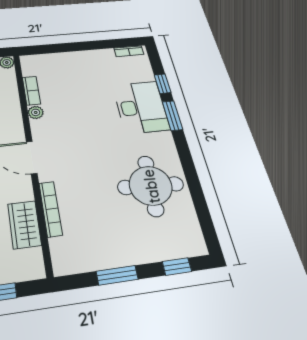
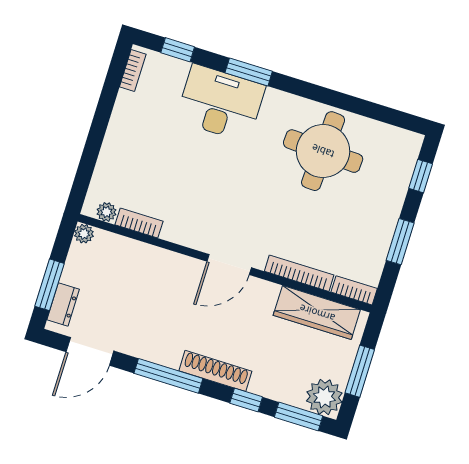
window: (162, 84) -> (178, 50), moved
plant: (36, 112) -> (107, 212), moved
wardrobe: (24, 225) -> (317, 313), width x1.50
bookcase: (59, 257) -> (354, 290), added

